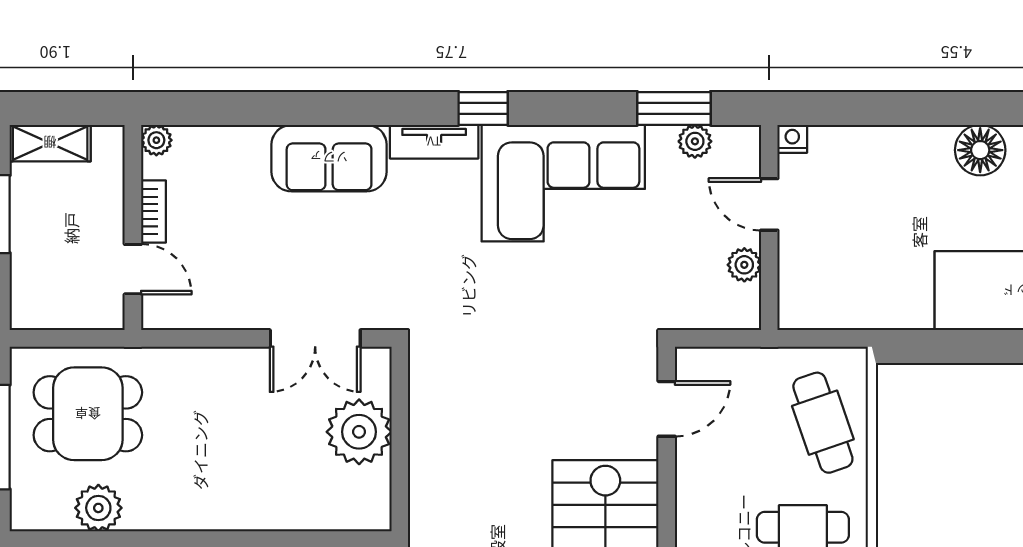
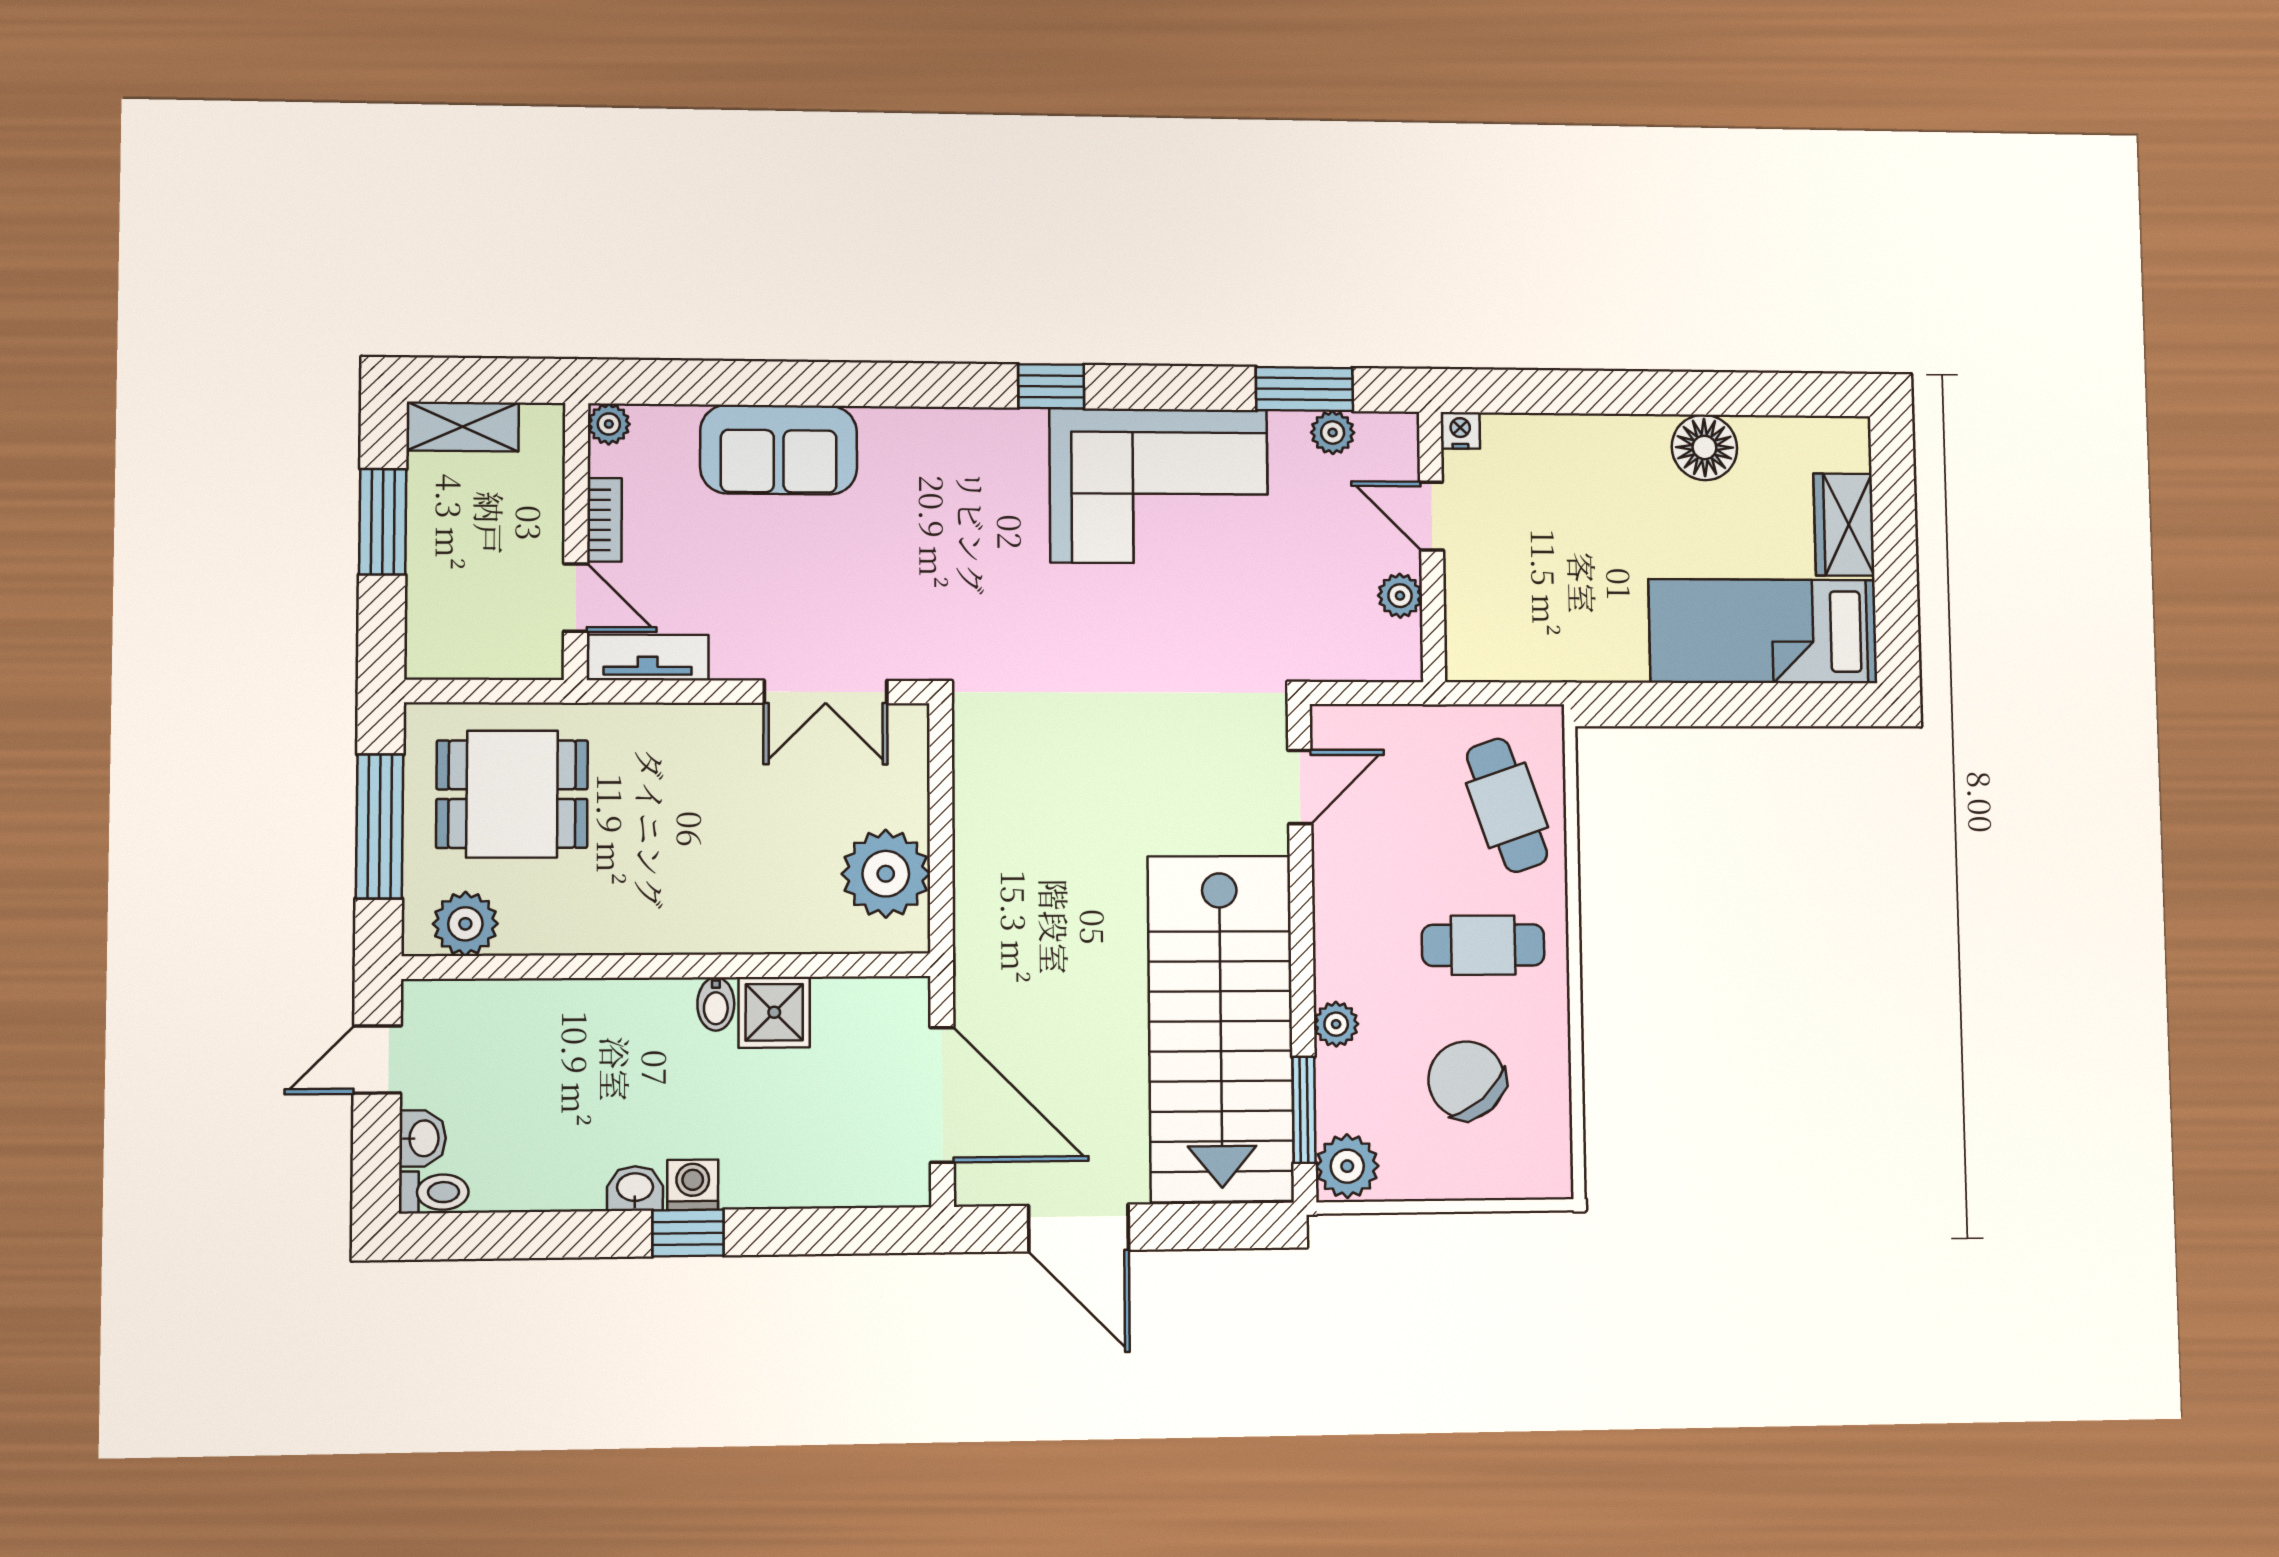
tv unit: (434, 142) -> (648, 657), moved, turned 180
sofa: (329, 158) -> (779, 450), moved
plant: (359, 432) -> (886, 874), moved
plant: (98, 508) -> (465, 924), moved

